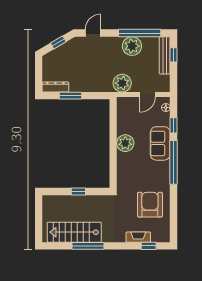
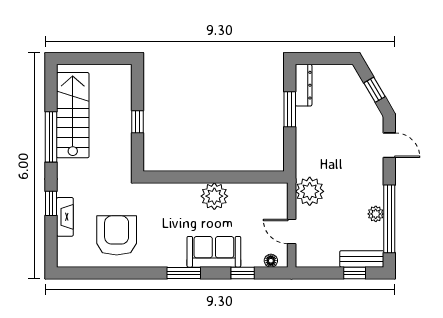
plant: (132, 46) -> (376, 214), width x0.53, depth x0.53
bench: (165, 55) -> (362, 259), width x0.73
window: (174, 162) -> (184, 273), width x0.47
armchair: (150, 205) -> (117, 235), turned -90
window: (149, 246) -> (51, 203), moved

